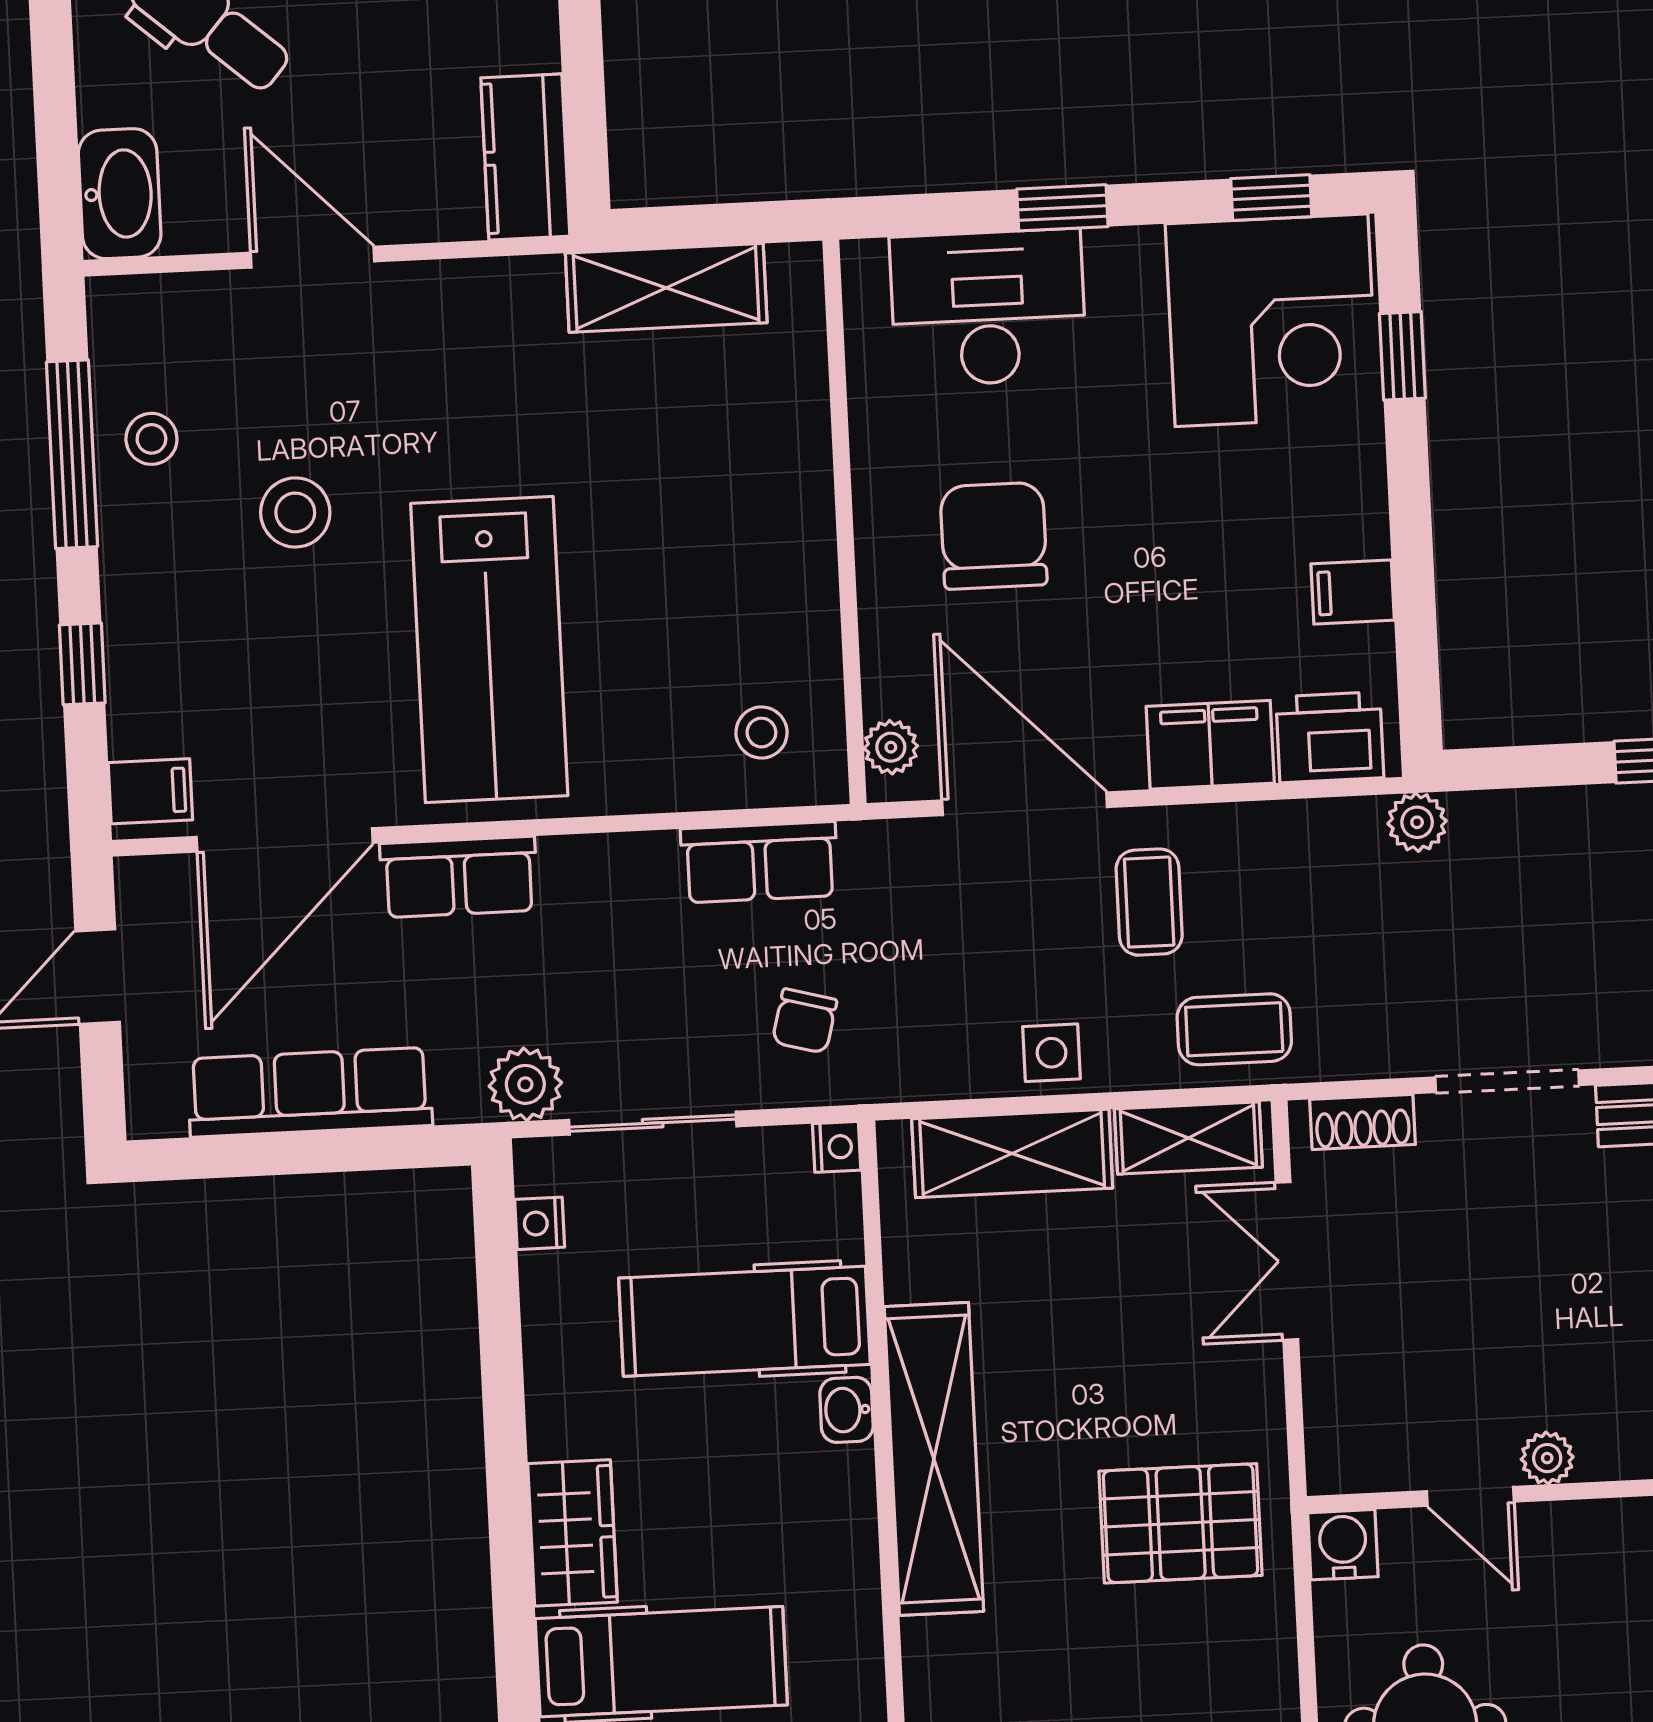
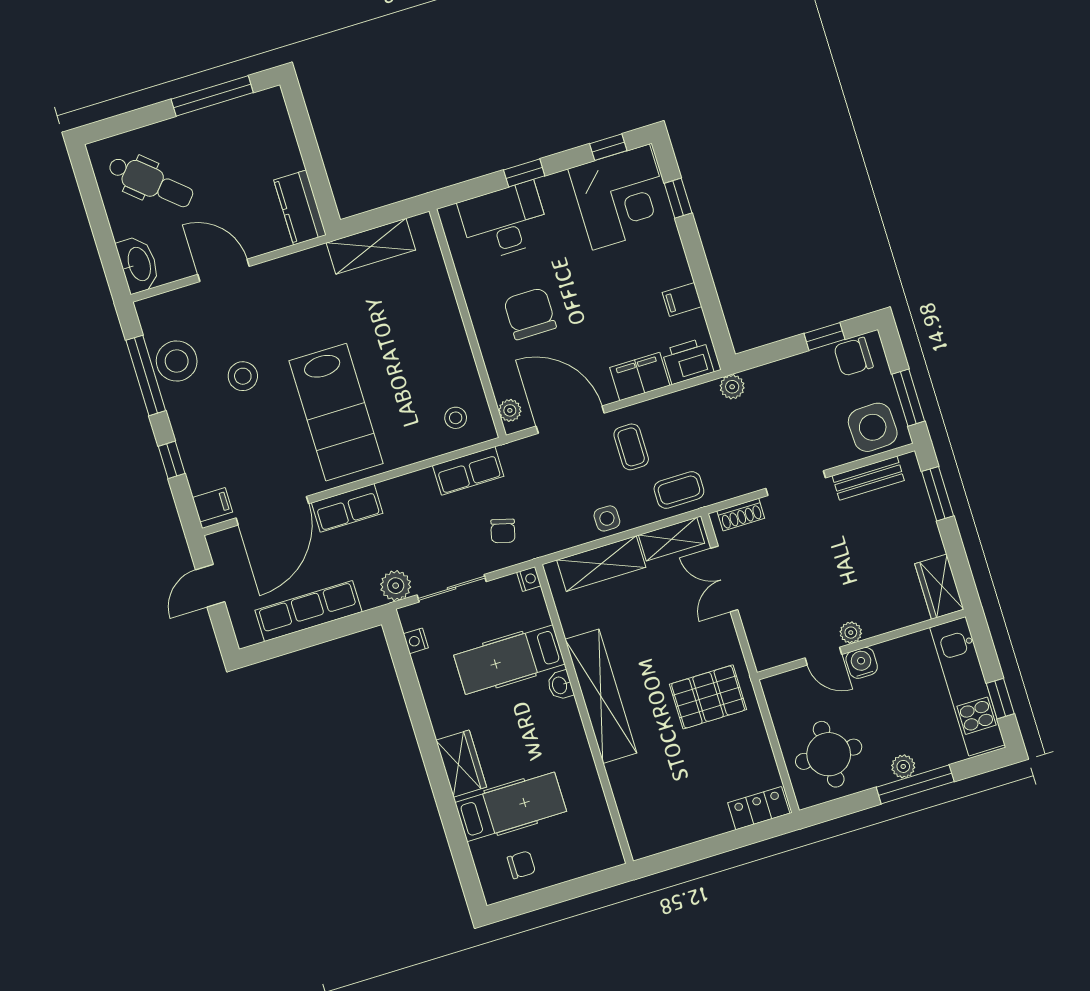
stool: (151, 439) -> (177, 361), width x1.89, depth x1.89
water cooler: (1343, 1545) -> (862, 663), moved

